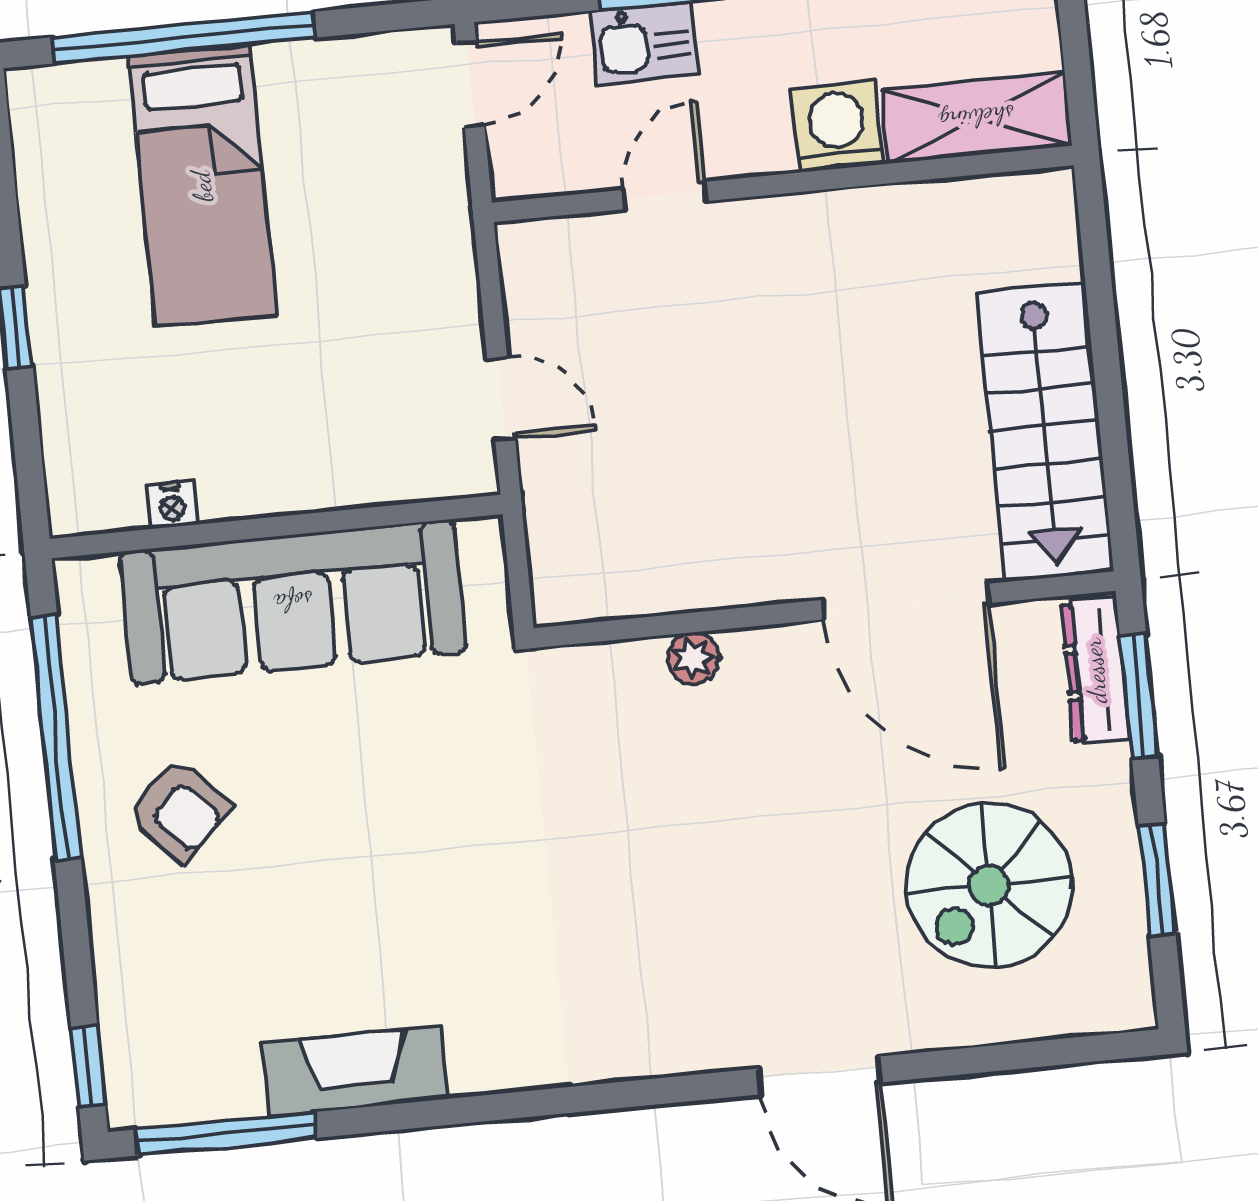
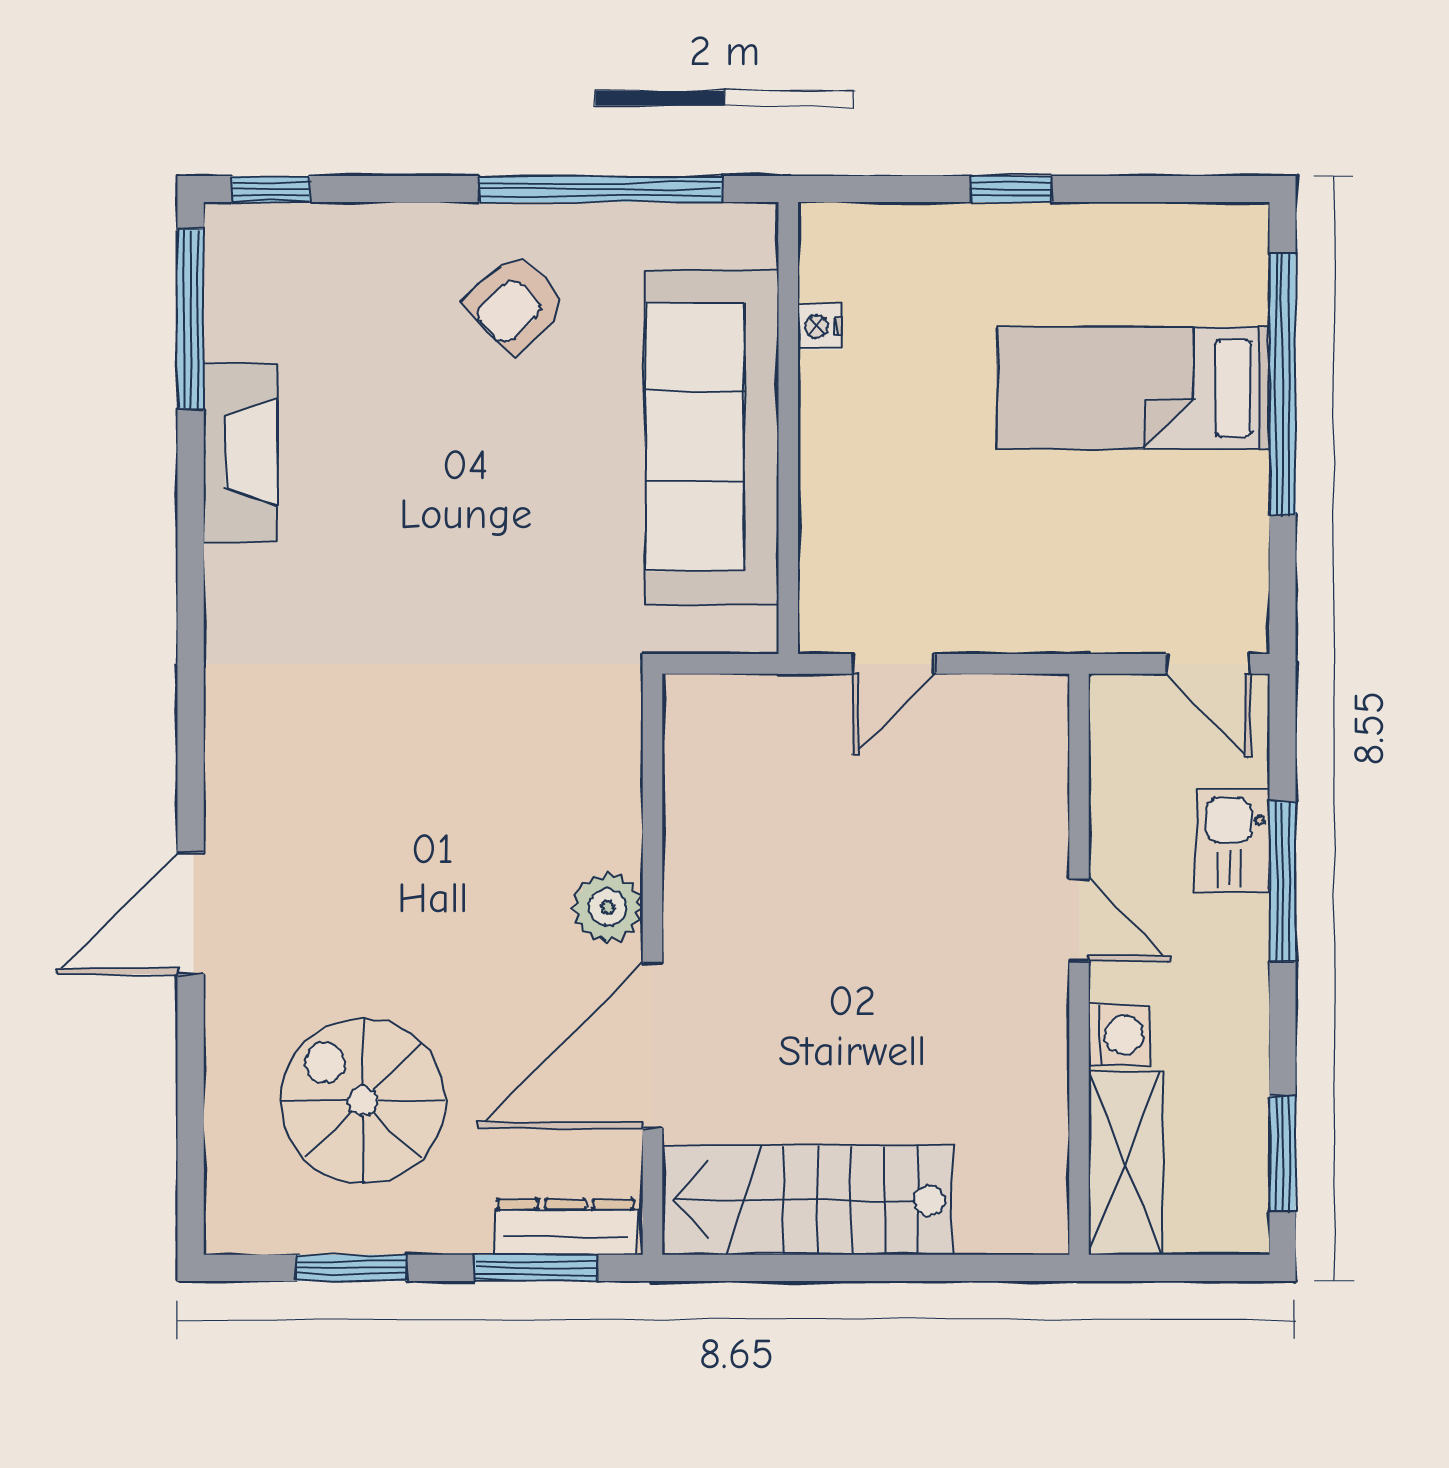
washing machine: (837, 126) -> (1119, 1035), width x0.73, depth x0.73
door: (665, 195) -> (1079, 921), moved
plant: (693, 658) -> (607, 907), moved, width x1.38, depth x1.38

